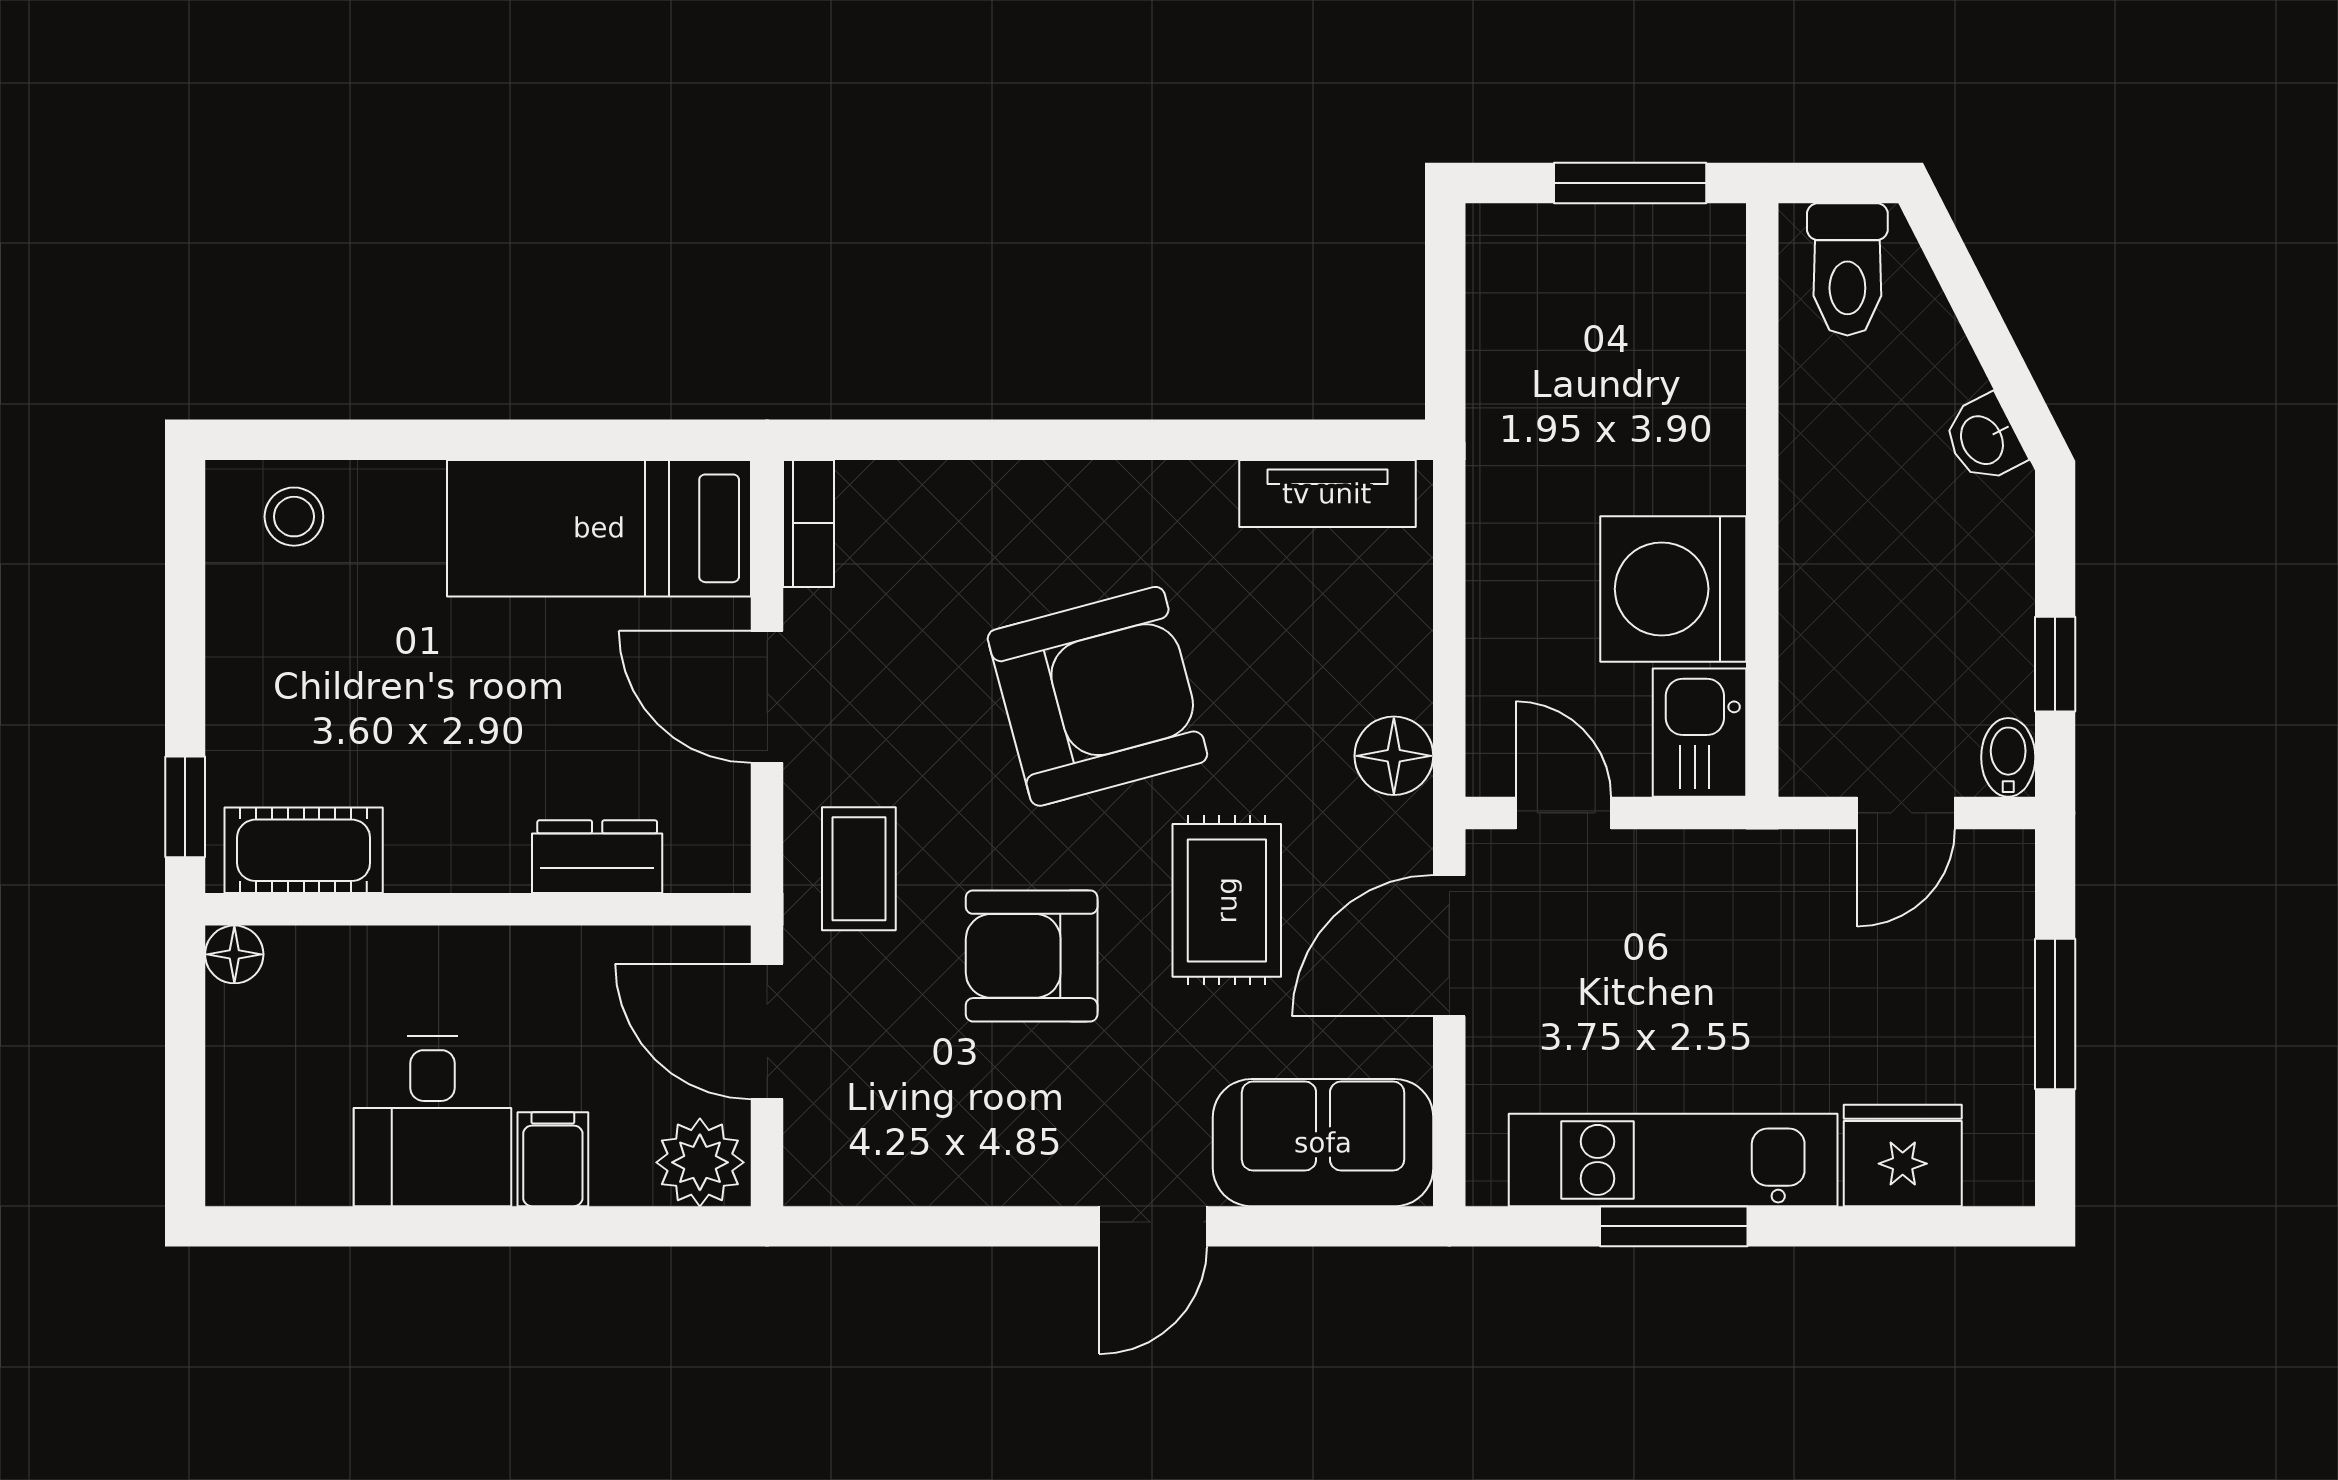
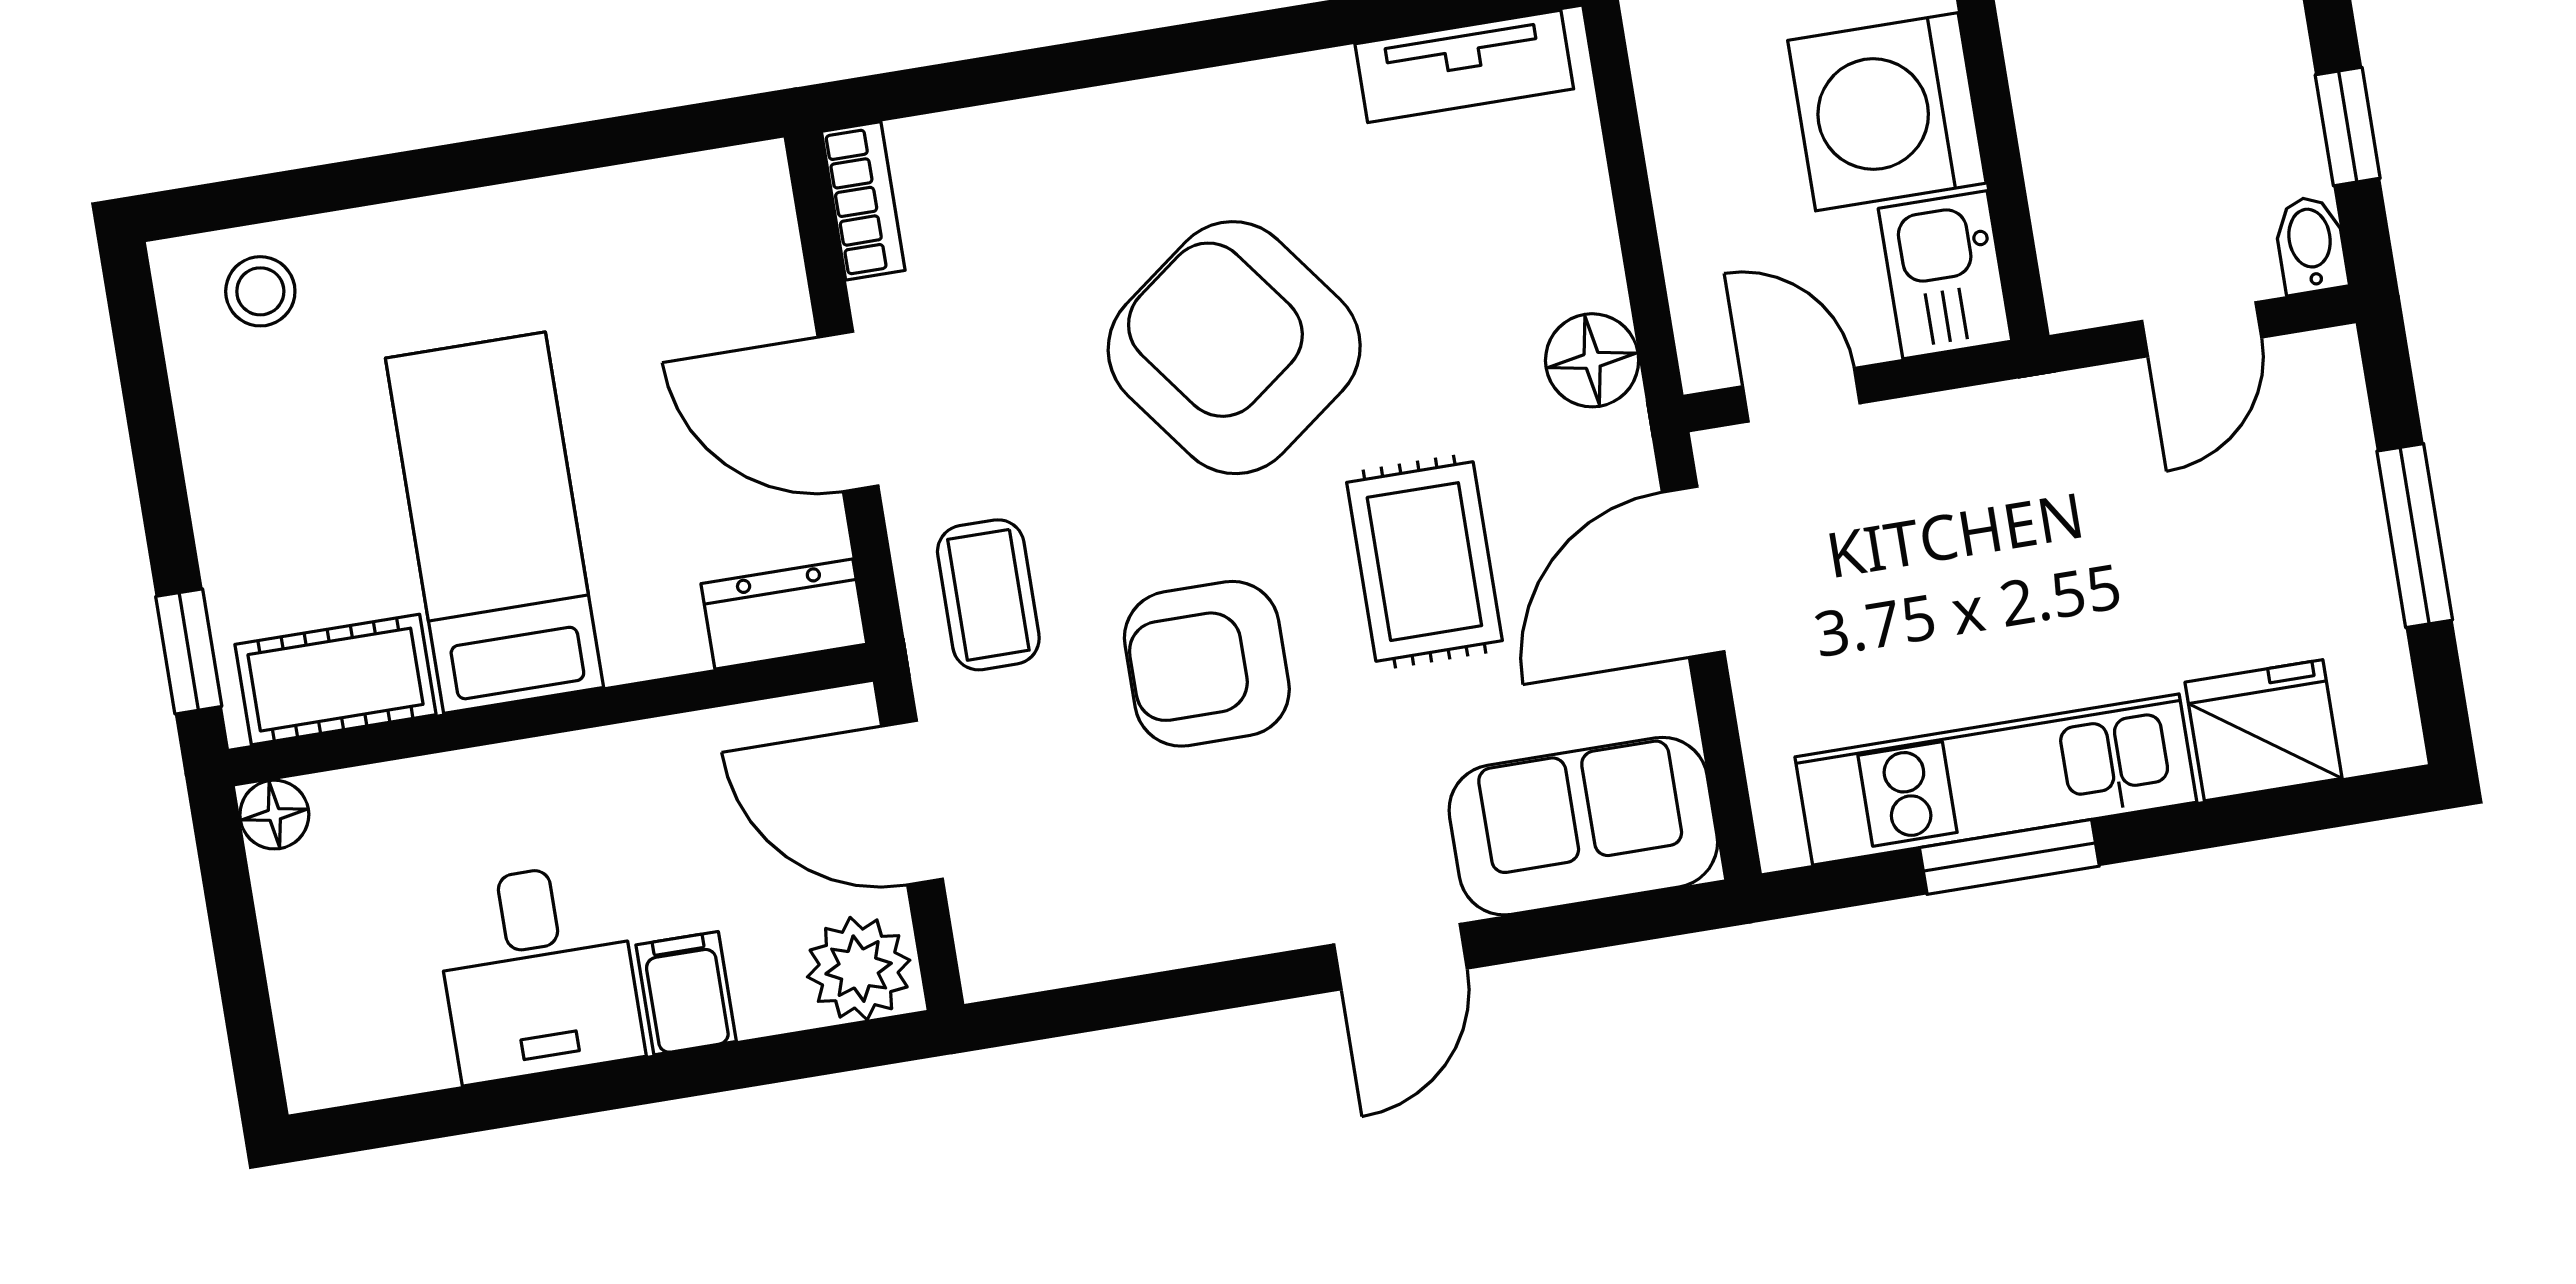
bed: (599, 528) -> (494, 523), moved, turned 90
armchair: (1097, 696) -> (1234, 348), turned -112
dresser: (597, 857) -> (784, 614), moved

